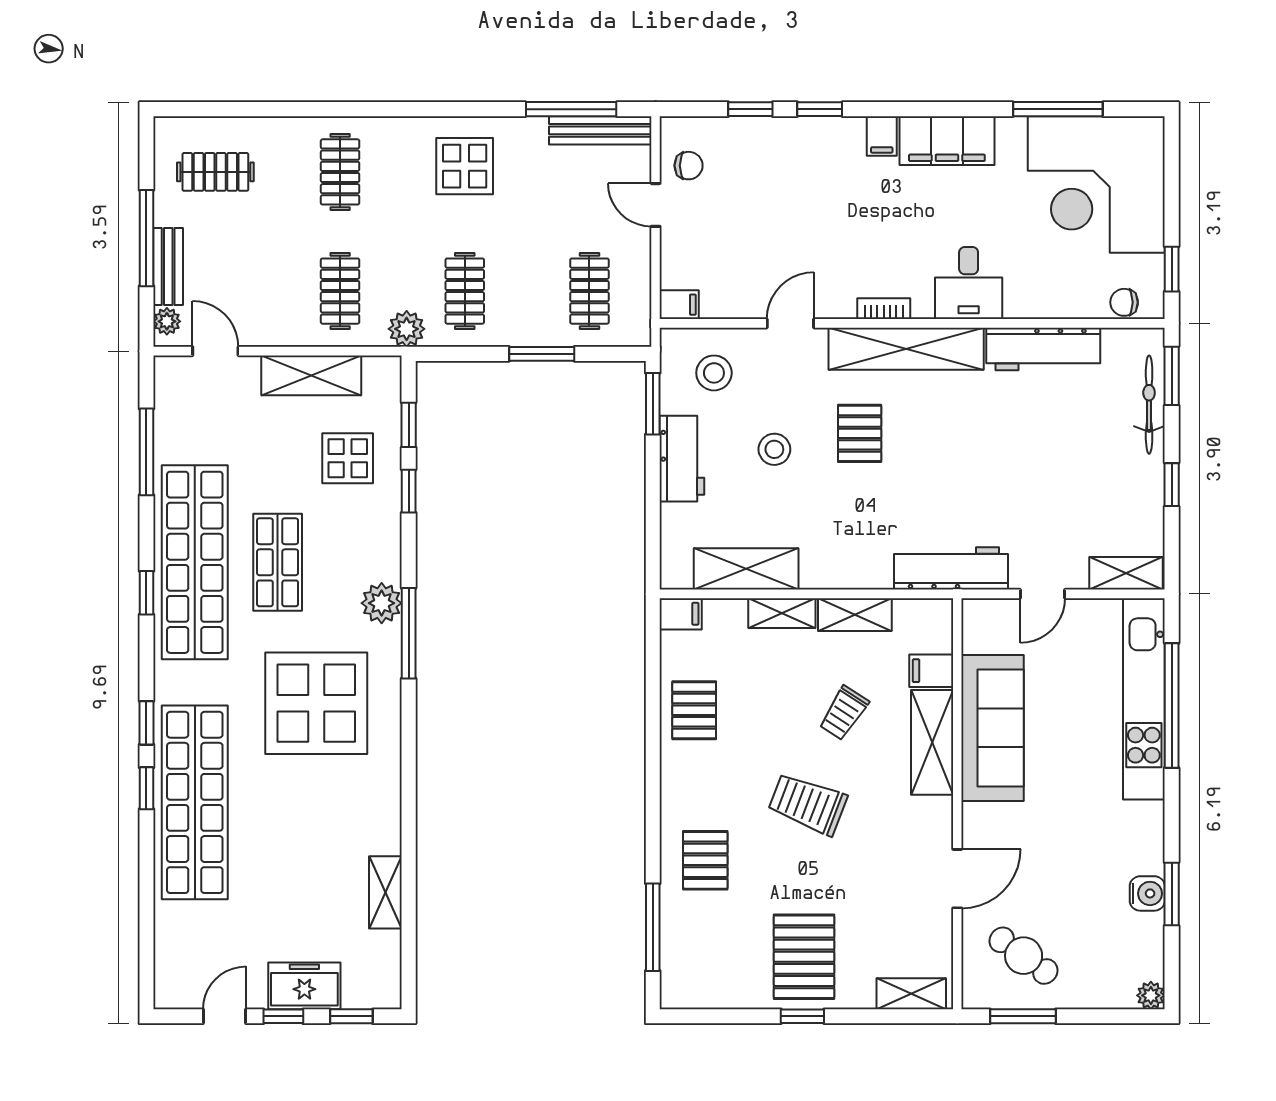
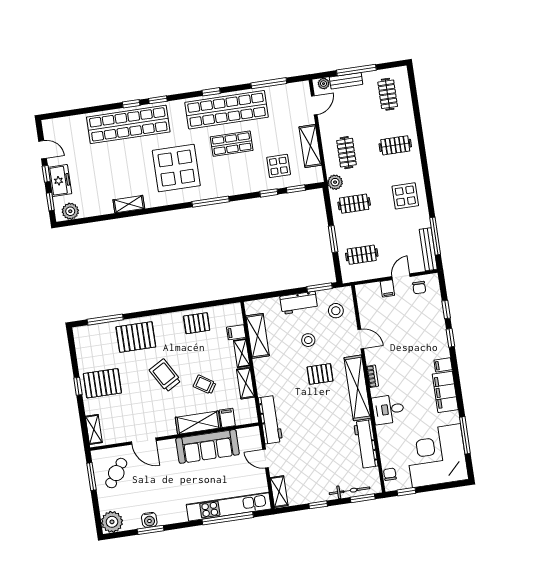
clothes rail: (340, 291) -> (346, 153), turned 90
filing cabinet: (679, 305) -> (387, 288), moved
plant: (382, 603) -> (70, 211), moved
filing cabinet: (681, 614) -> (236, 332), moved, turned 90
trolley: (808, 804) -> (165, 375), turned -51
pallet: (705, 860) -> (136, 337), width x1.50, depth x1.42
shelving: (385, 892) -> (129, 204), moved
plant: (1151, 995) -> (112, 522), width x1.87, depth x1.87

